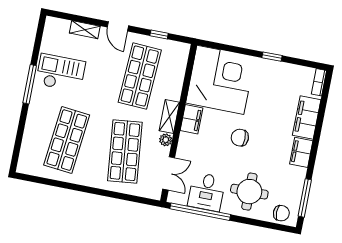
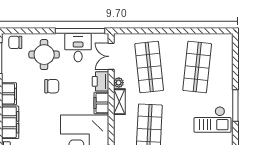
chair: (240, 138) -> (52, 86), moved
printer: (187, 146) -> (100, 81), added

